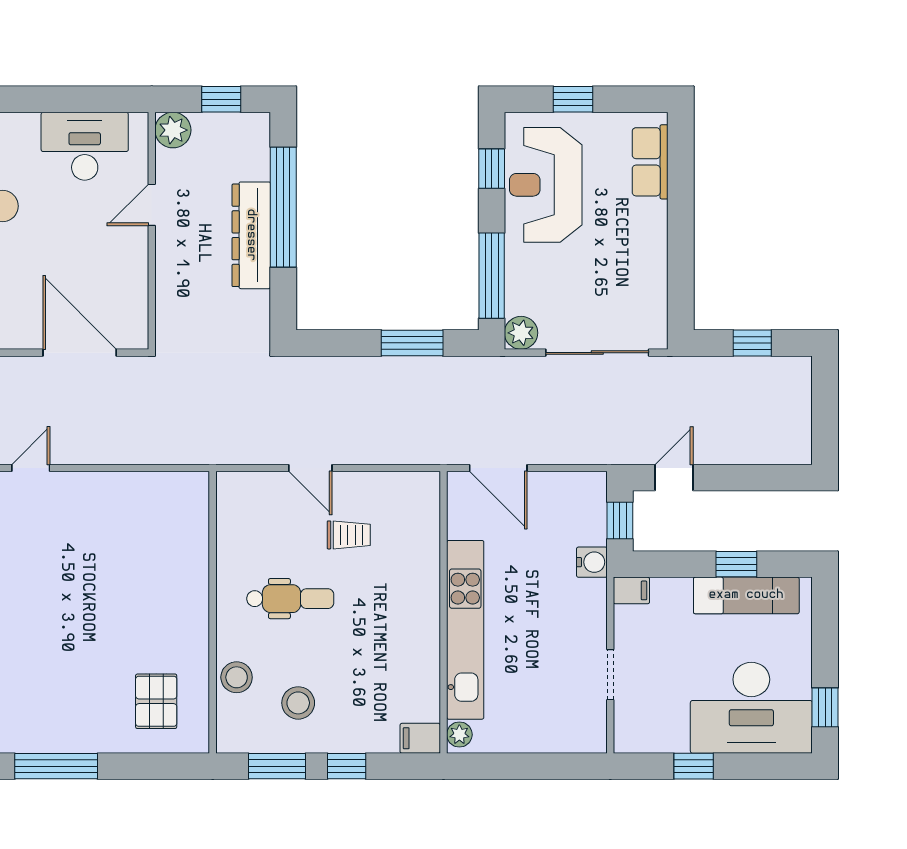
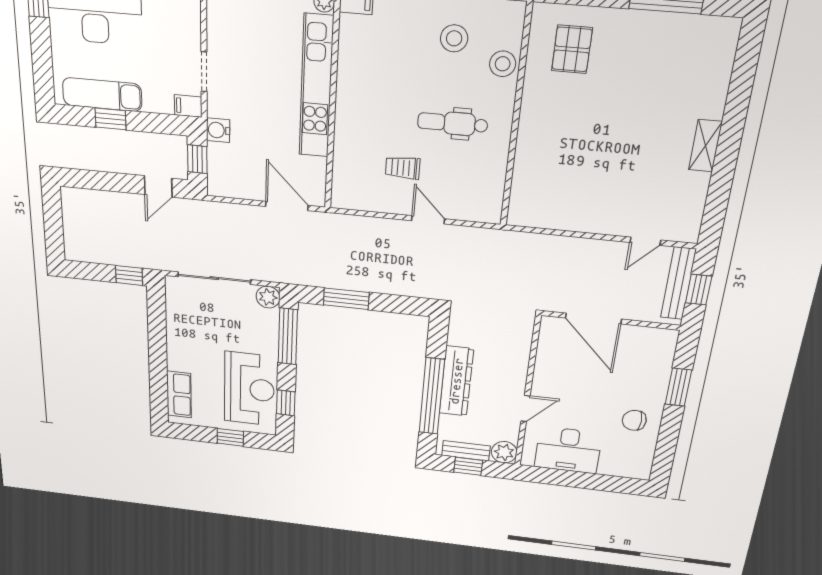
bench: (227, 125) -> (466, 451), added
window: (752, 343) -> (129, 275), moved
doorway: (610, 675) -> (204, 72), moved

